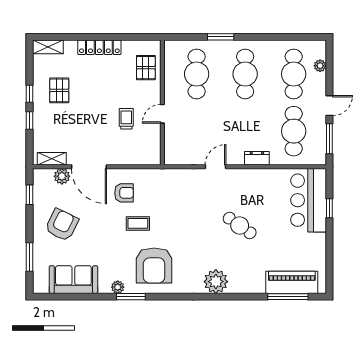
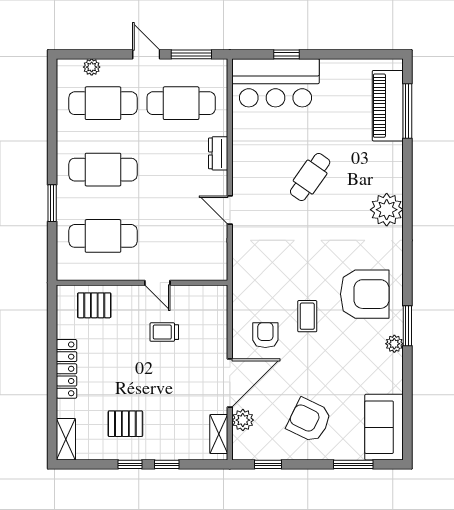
sofa: (73, 280) -> (384, 427), moved

